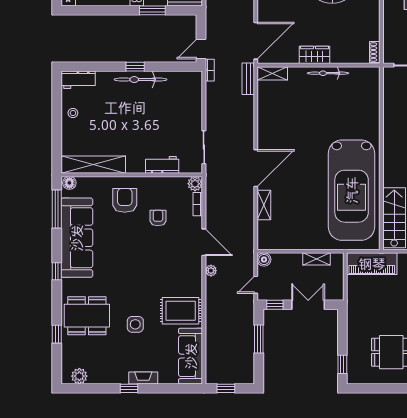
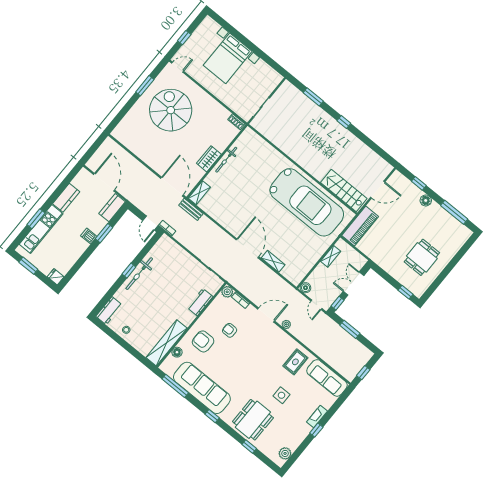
floor lamp: (69, 183) -> (177, 352), moved
rug: (181, 311) -> (295, 362), width x0.73, depth x0.70

